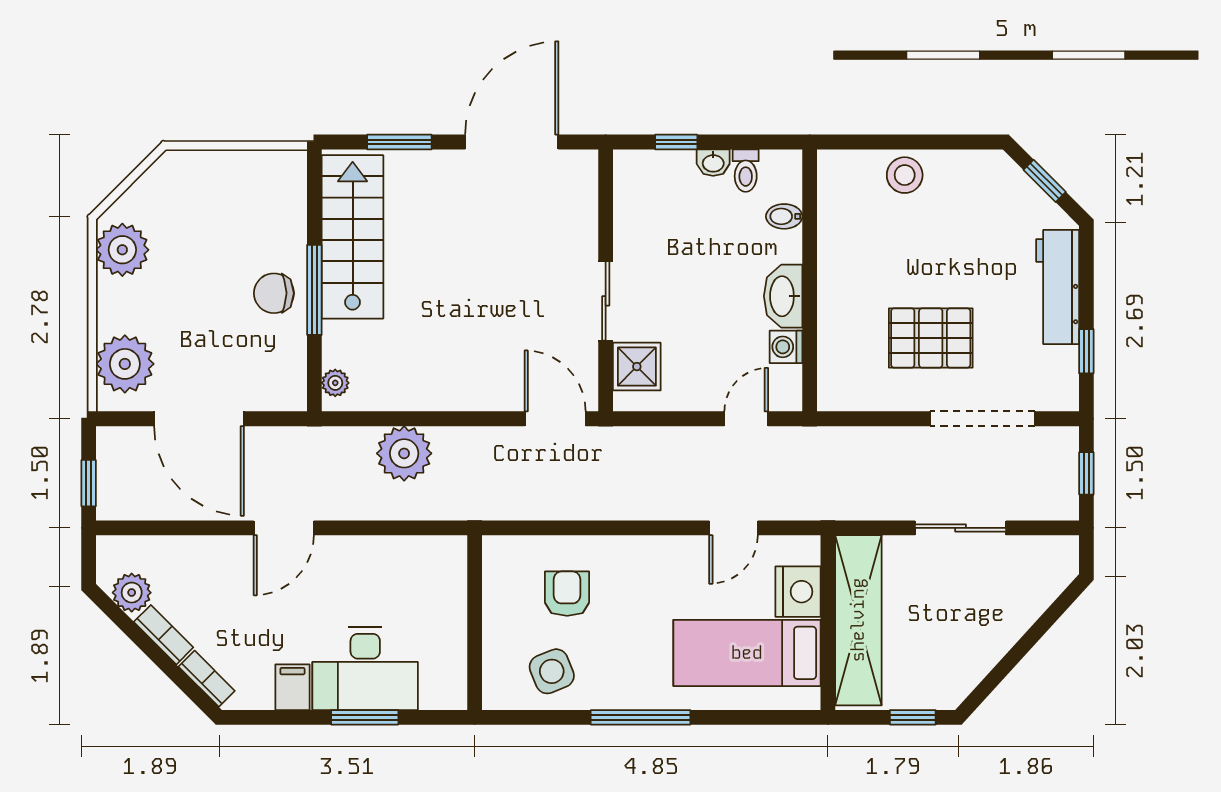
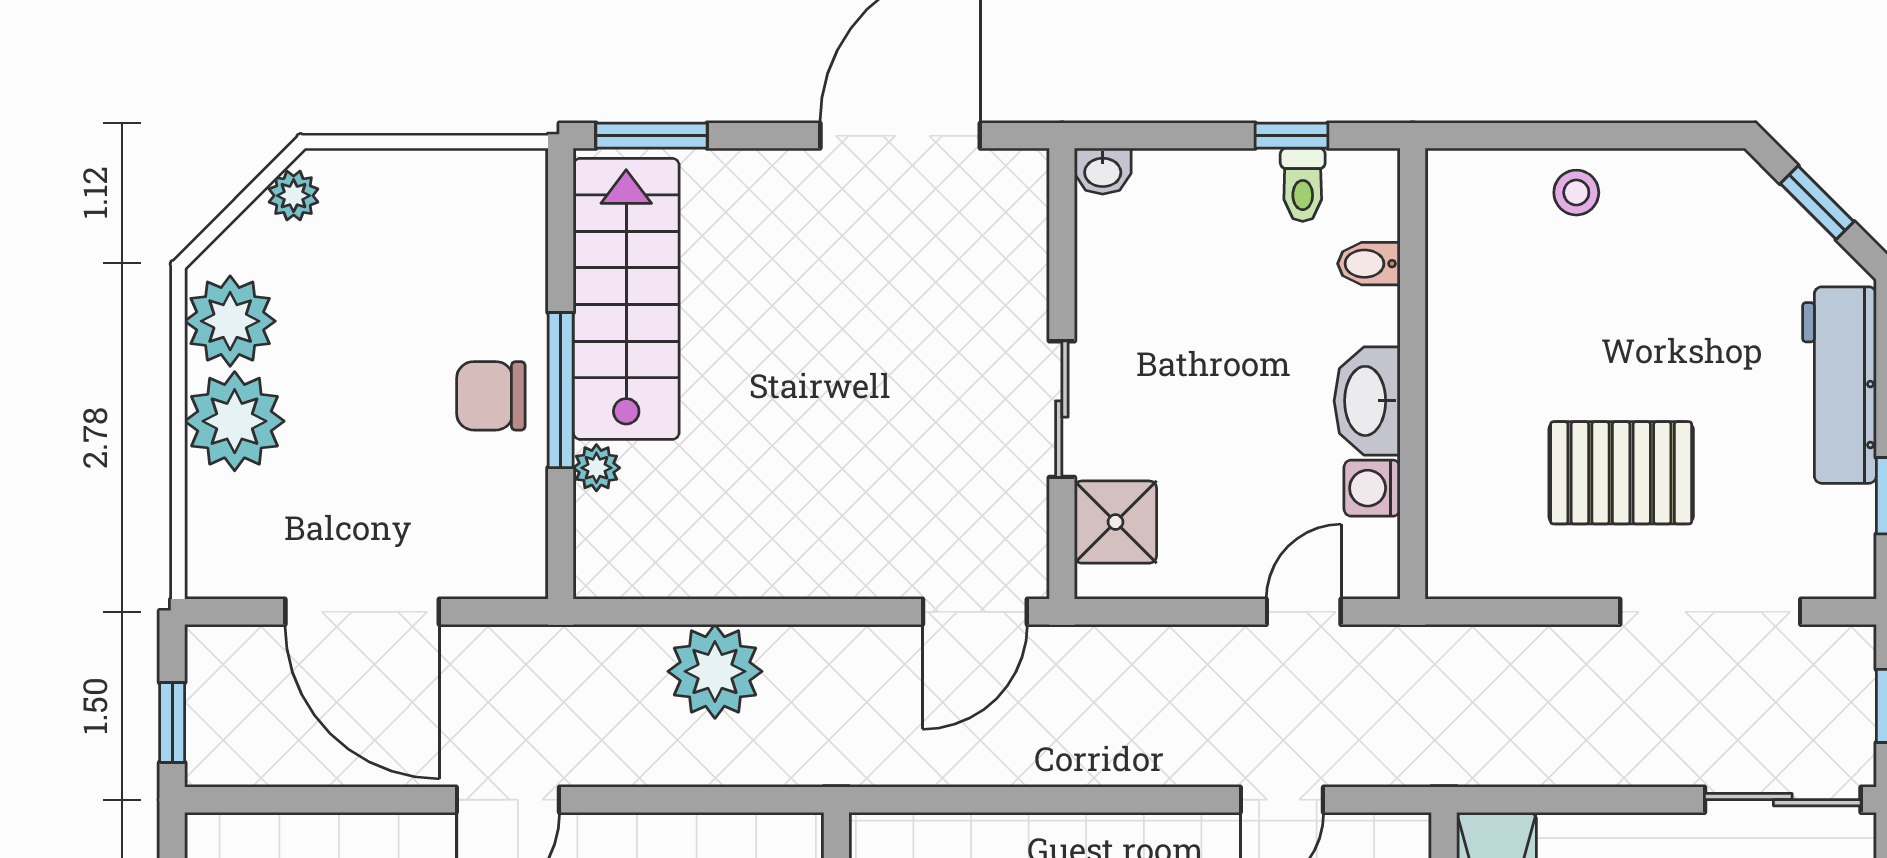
window: (399, 142) -> (651, 136), moved
window: (676, 142) -> (1291, 136), moved
washbasin: (713, 163) -> (1103, 171), moved
stool: (905, 175) -> (1576, 193), width x0.73, depth x0.73
plant: (159, 177) -> (294, 196), added
plant: (125, 364) -> (235, 421), moved
plant: (335, 383) -> (596, 468), moved
door: (555, 419) -> (975, 612), swing flipped
sliding door: (960, 528) -> (1783, 800), moved

